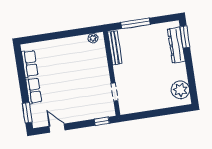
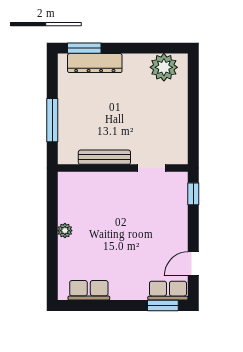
plant: (93, 38) -> (65, 231), moved
bench: (115, 48) -> (104, 157), moved
row of seats: (34, 91) -> (168, 291), moved

